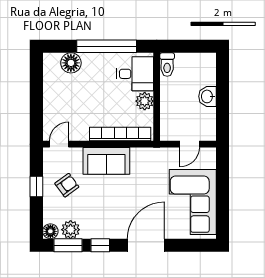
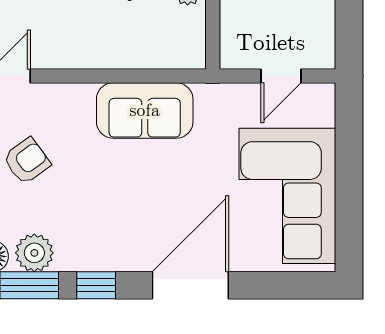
bookcase: (120, 134) -> (137, 55), removed
sofa: (106, 161) -> (145, 110), moved

